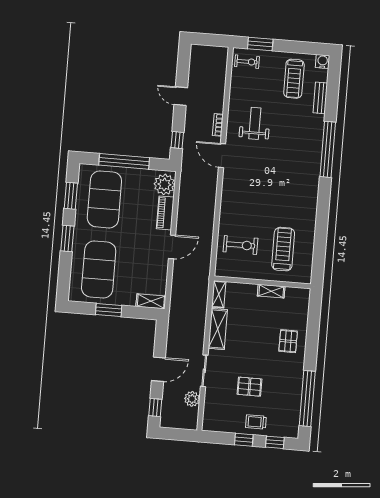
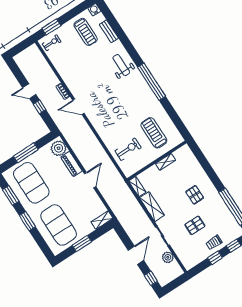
weight bench: (255, 123) -> (121, 65), moved
window: (177, 140) -> (40, 107), moved
window: (328, 149) -> (151, 82), moved
window: (124, 161) -> (26, 153), width x0.68
pallet: (288, 341) -> (195, 195), moved

